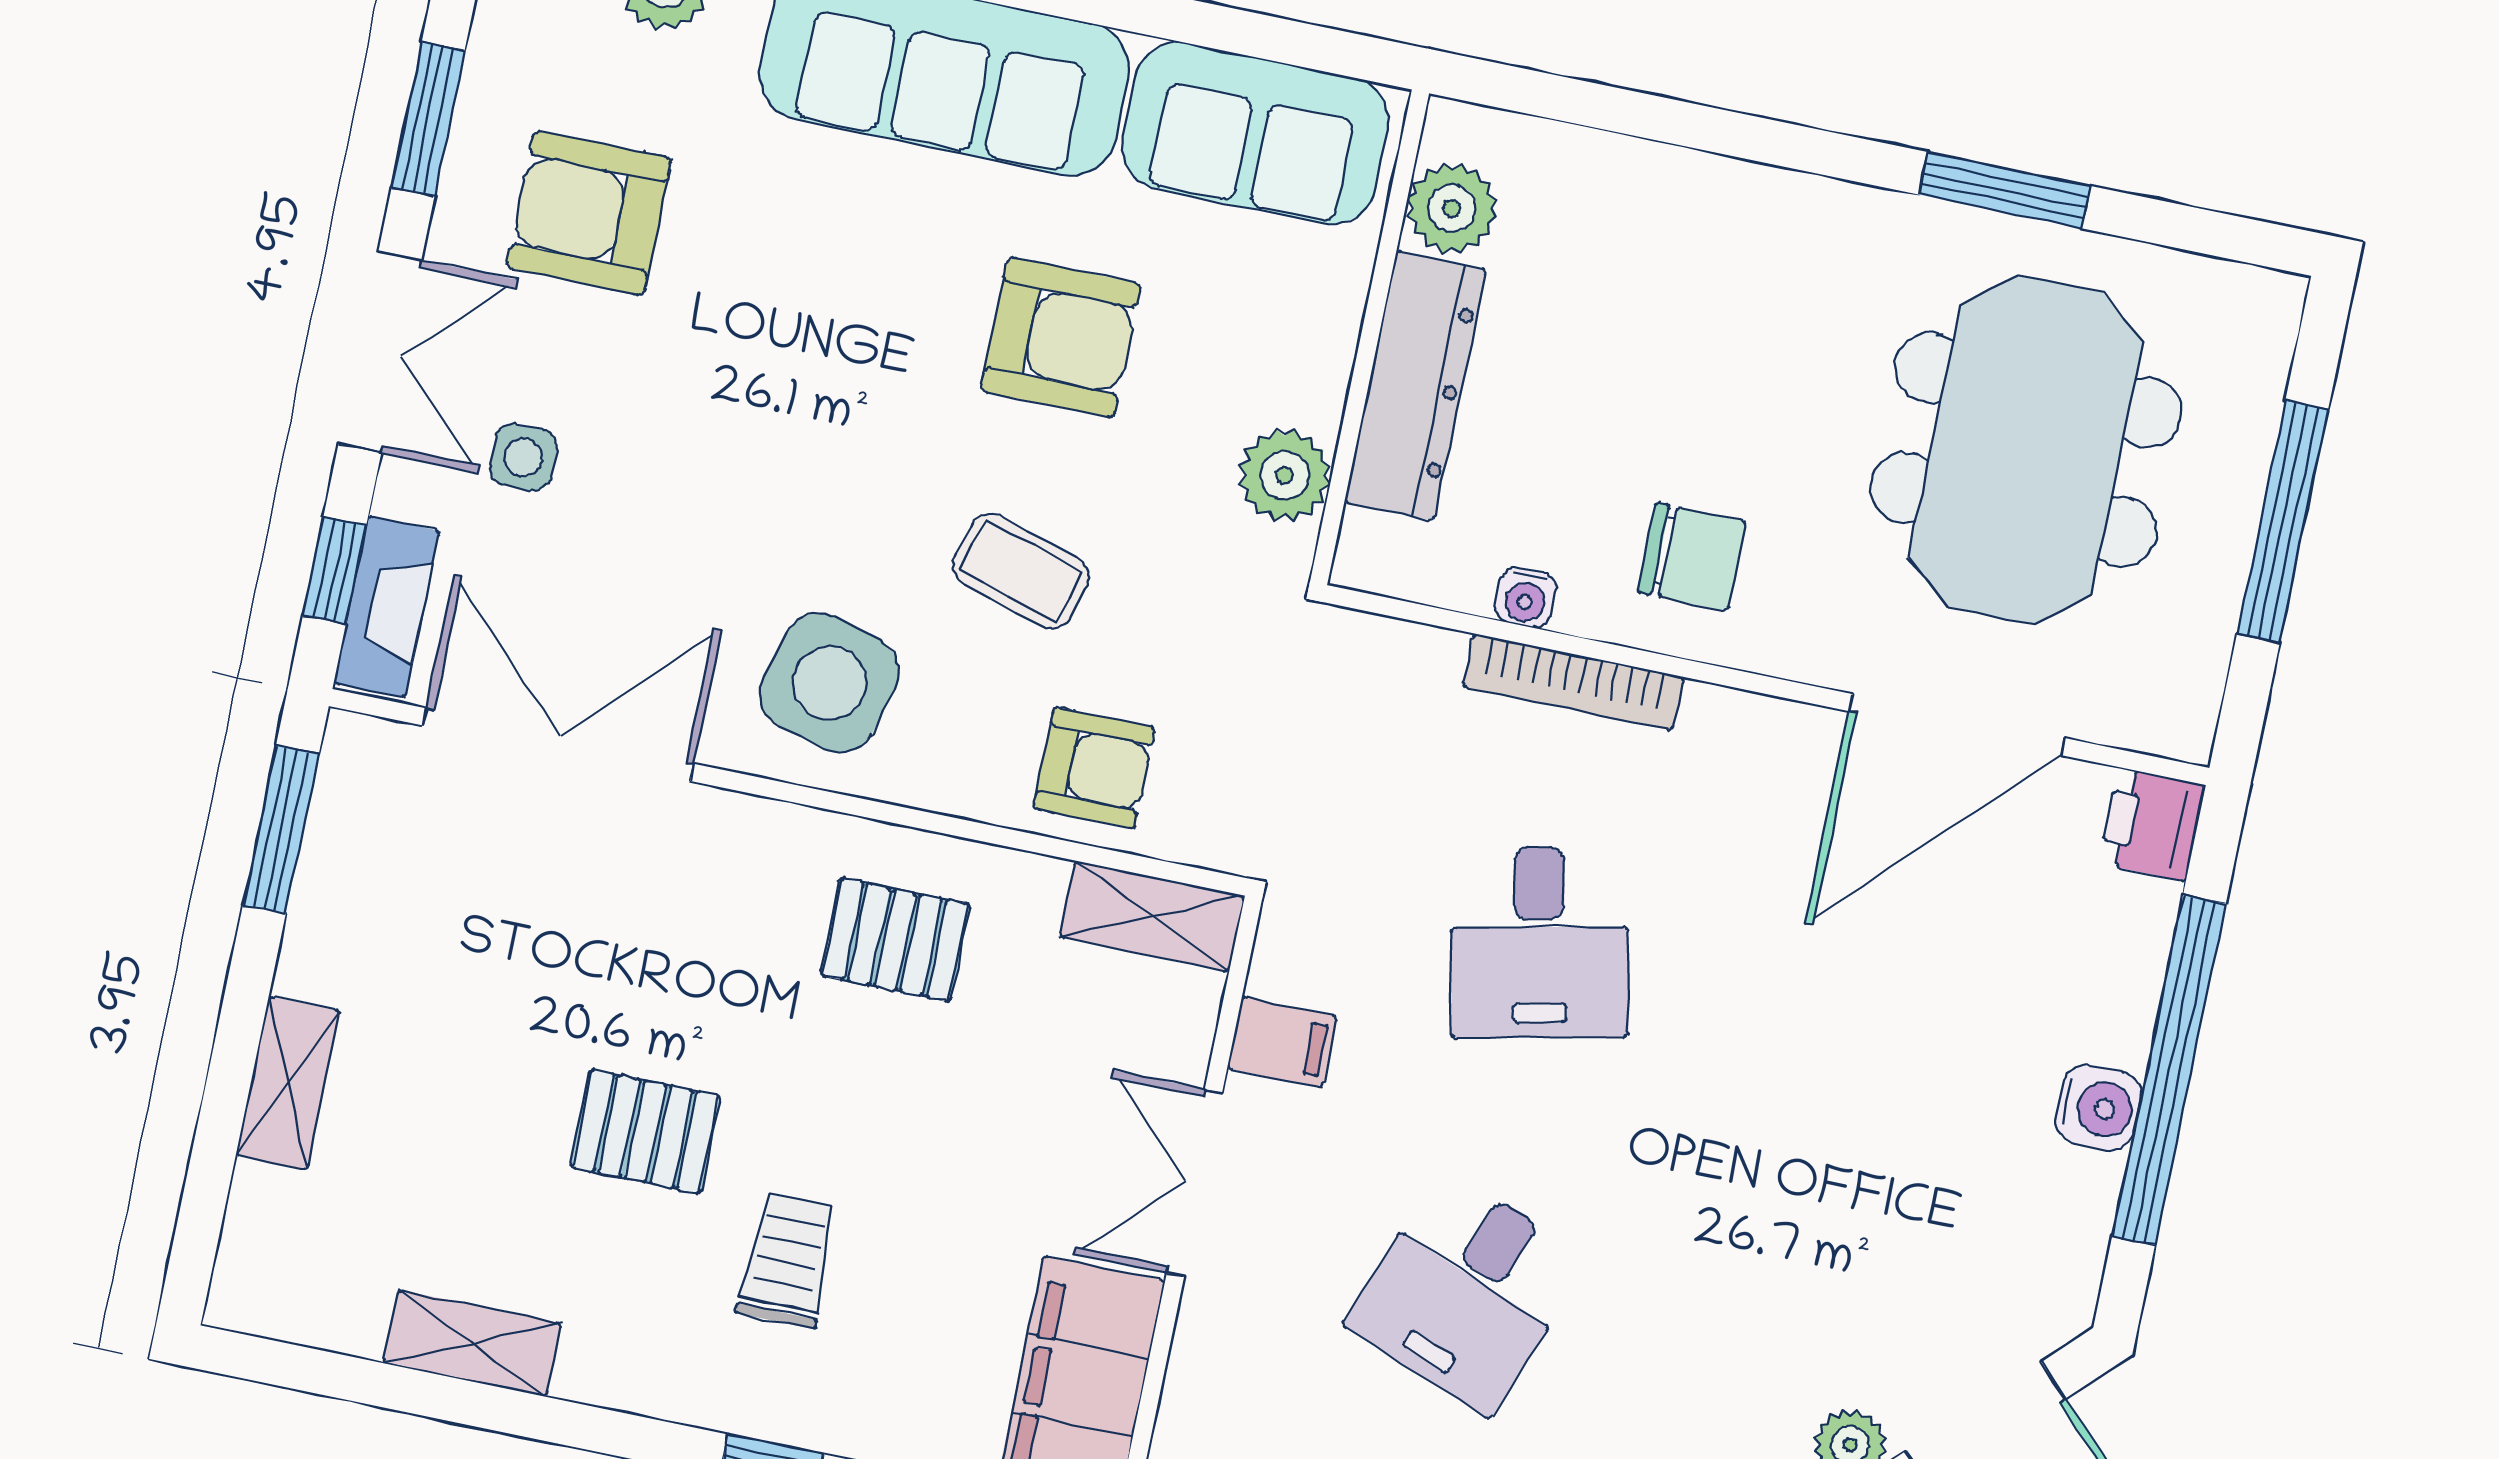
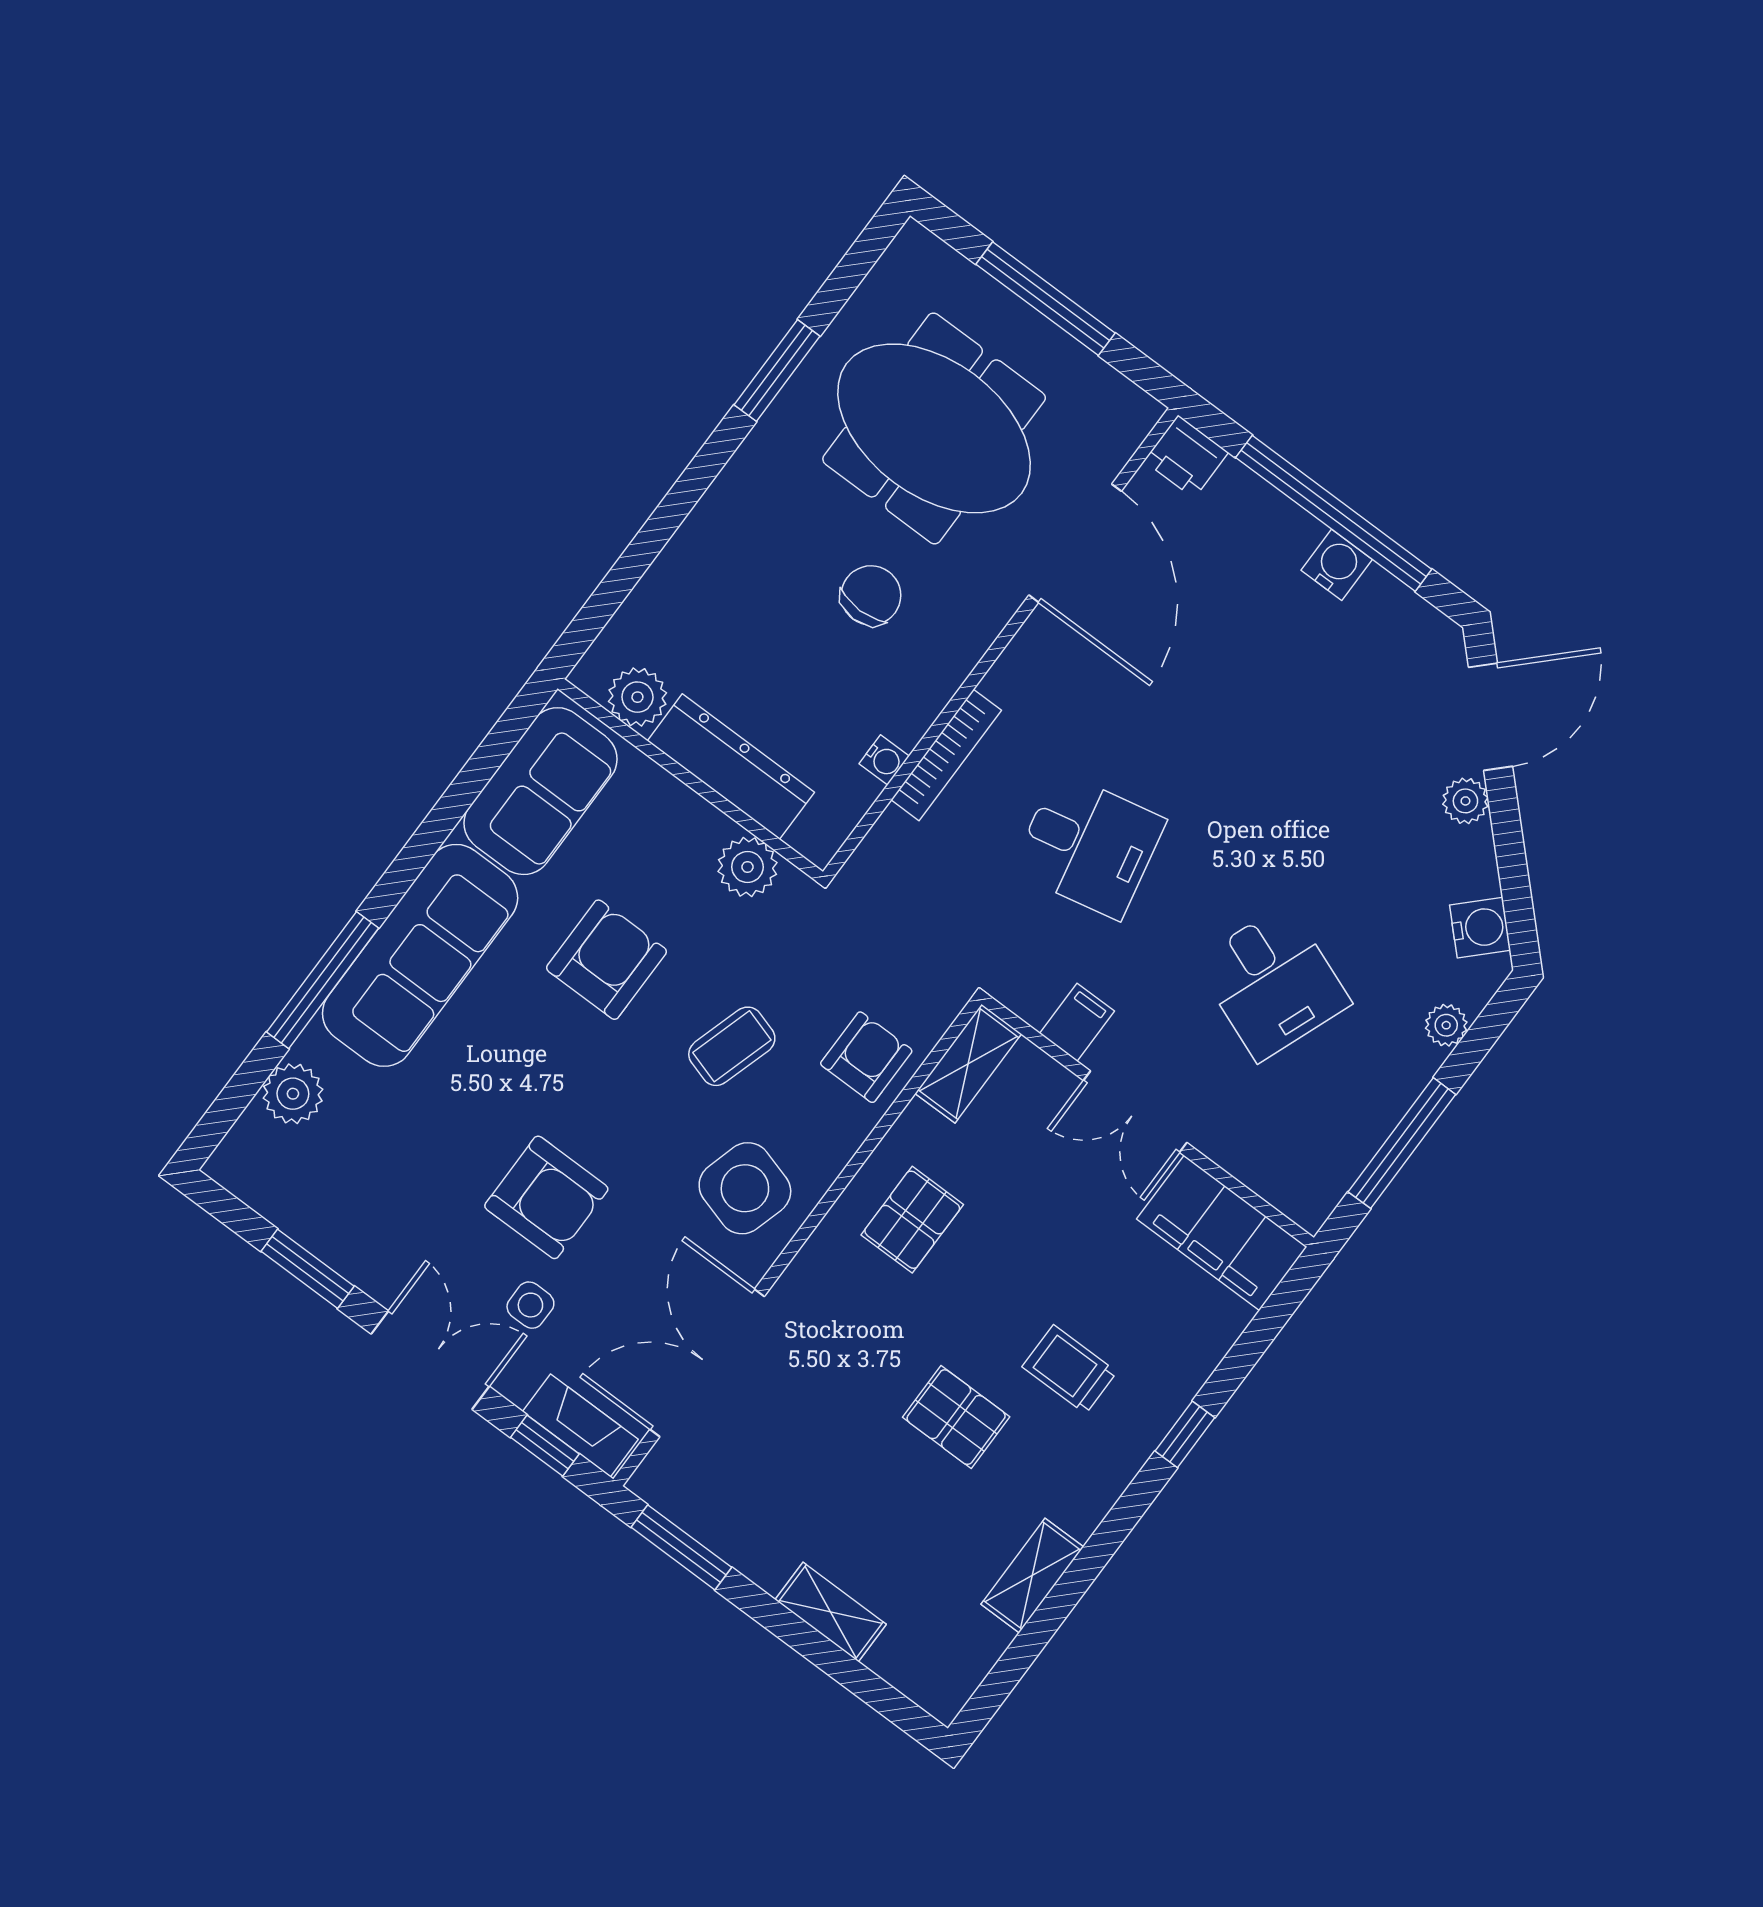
armchair: (589, 213) -> (546, 1197), moved, turned -90
chair: (1691, 557) -> (871, 595), moved
pallet: (645, 1132) -> (956, 1417), turned 90

